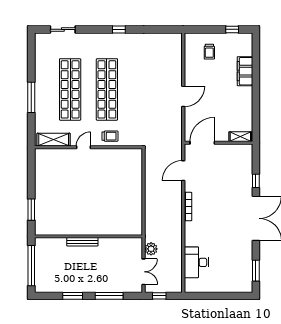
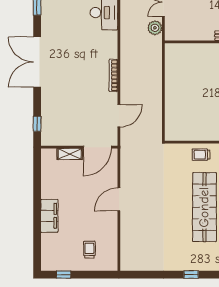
filing cabinet: (245, 71) -> (49, 216), moved
shelving: (240, 137) -> (70, 154), moved
window: (256, 181) -> (37, 124), moved

